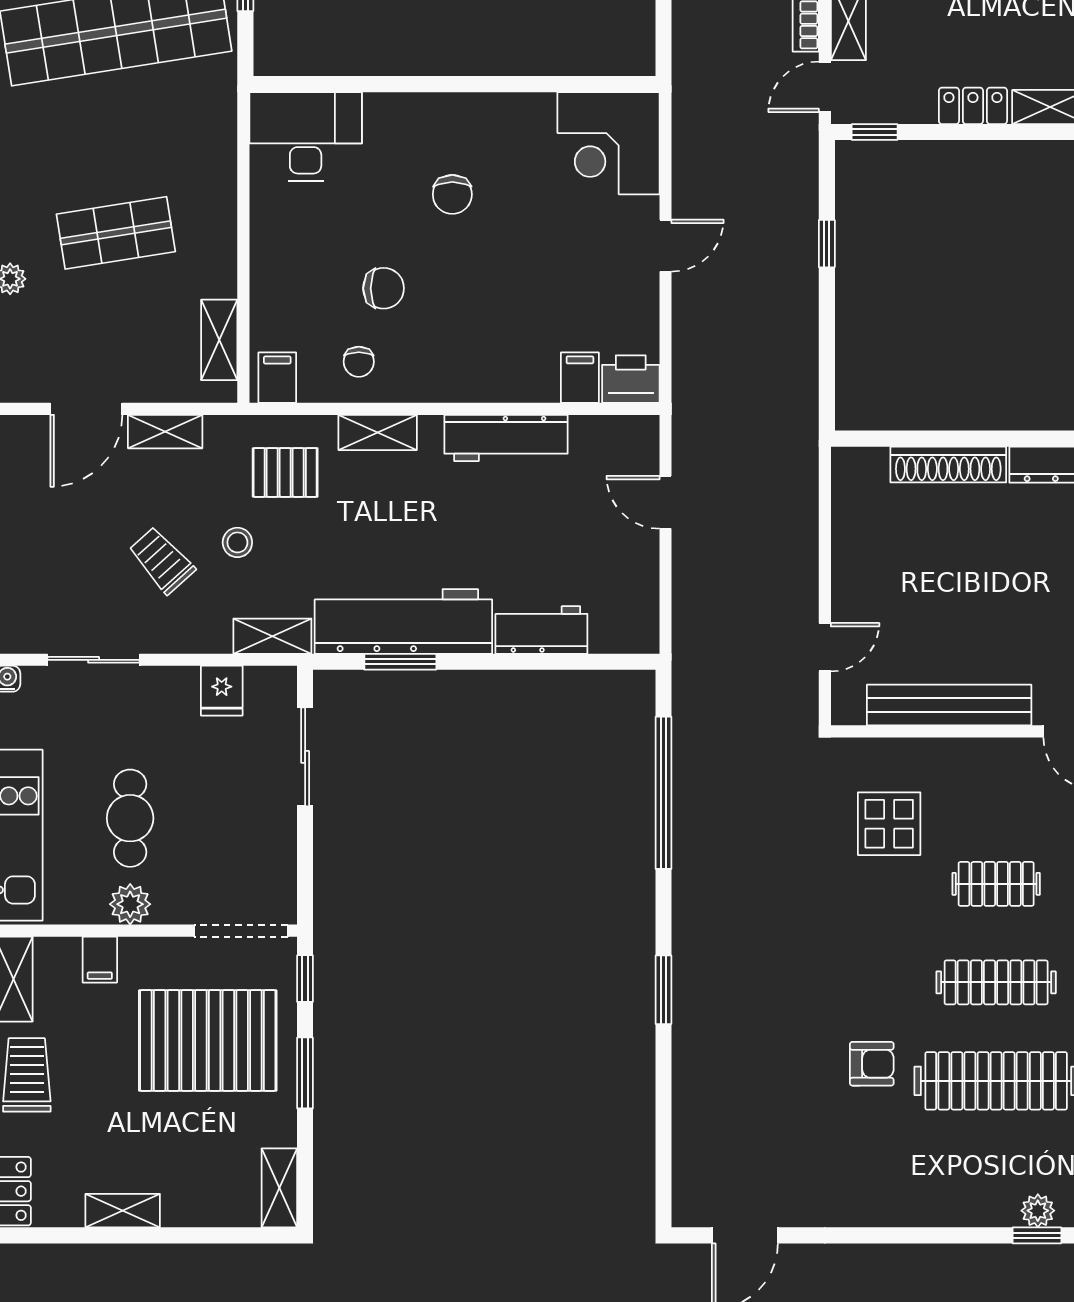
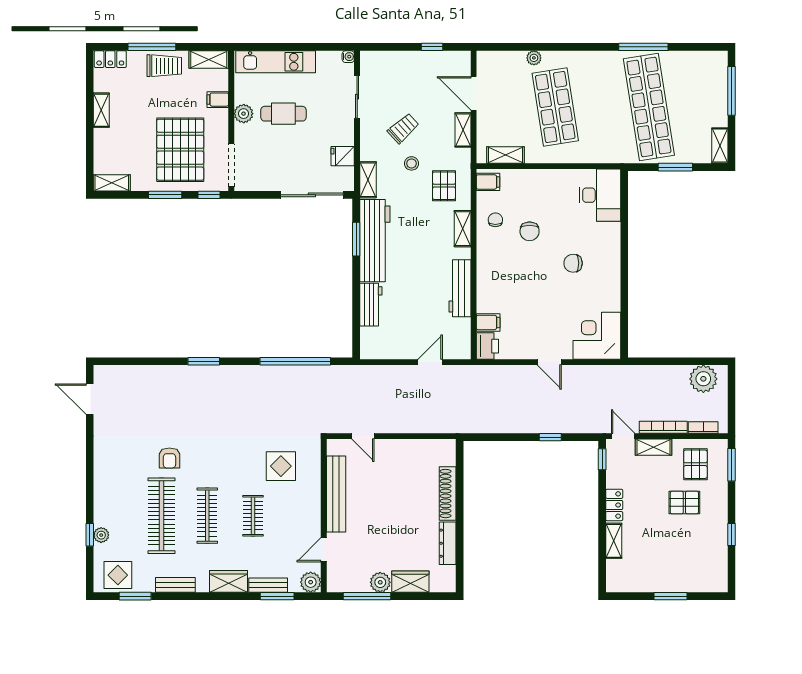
shop shelf: (116, 233) -> (555, 107), width x1.43, depth x1.36
chair: (359, 362) -> (495, 220), turned 90
sliding door: (305, 757) -> (312, 195), width x1.37

